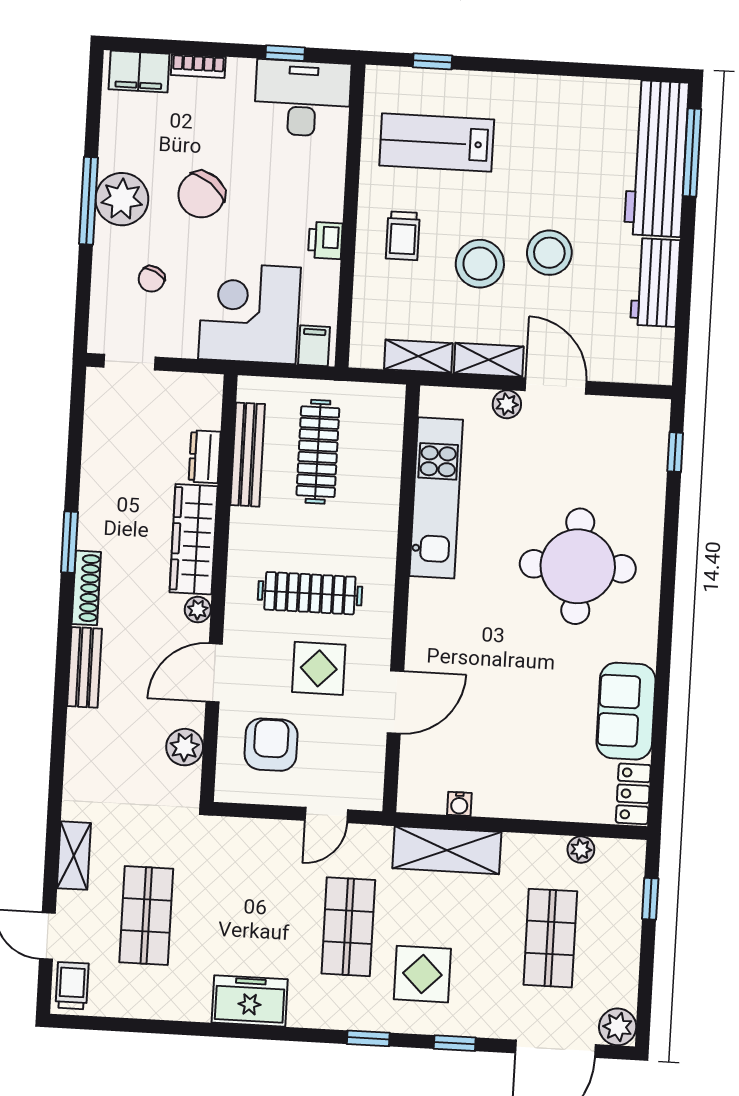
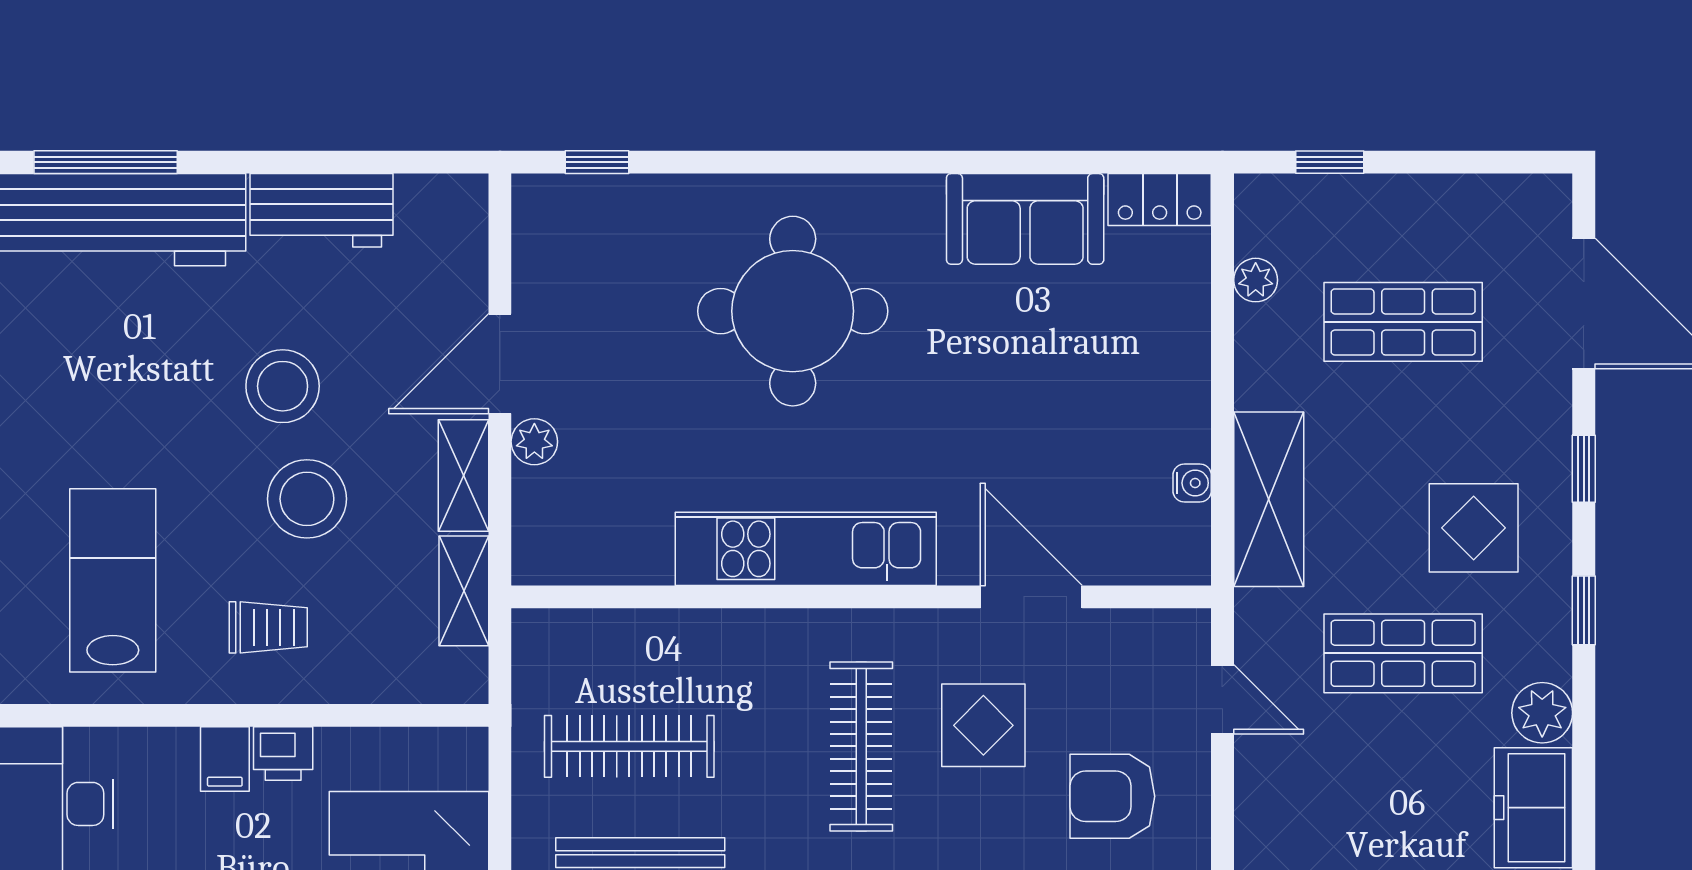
lab bench: (437, 143) -> (113, 580), turned 180
filing cabinet: (314, 346) -> (225, 759), moved, turned -90
kitchen unit: (436, 498) -> (806, 549), moved
plant: (618, 1027) -> (1542, 713), moved

